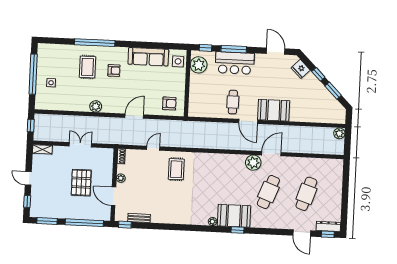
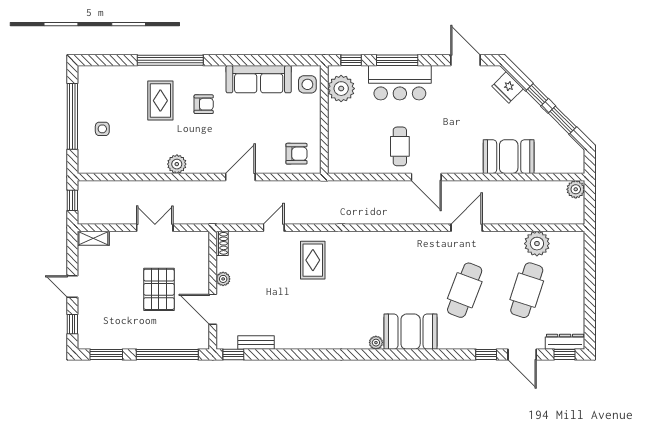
booth: (274, 110) -> (509, 157), moved
plant: (253, 163) -> (537, 244), moved
window: (238, 230) -> (486, 354), moved

